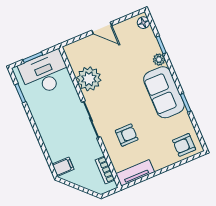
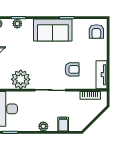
plant: (159, 60) -> (17, 24), moved
plant: (44, 130) -> (43, 126), added
armchair: (127, 135) -> (72, 69), turned 90
filing cabinet: (63, 167) -> (63, 124), moved

